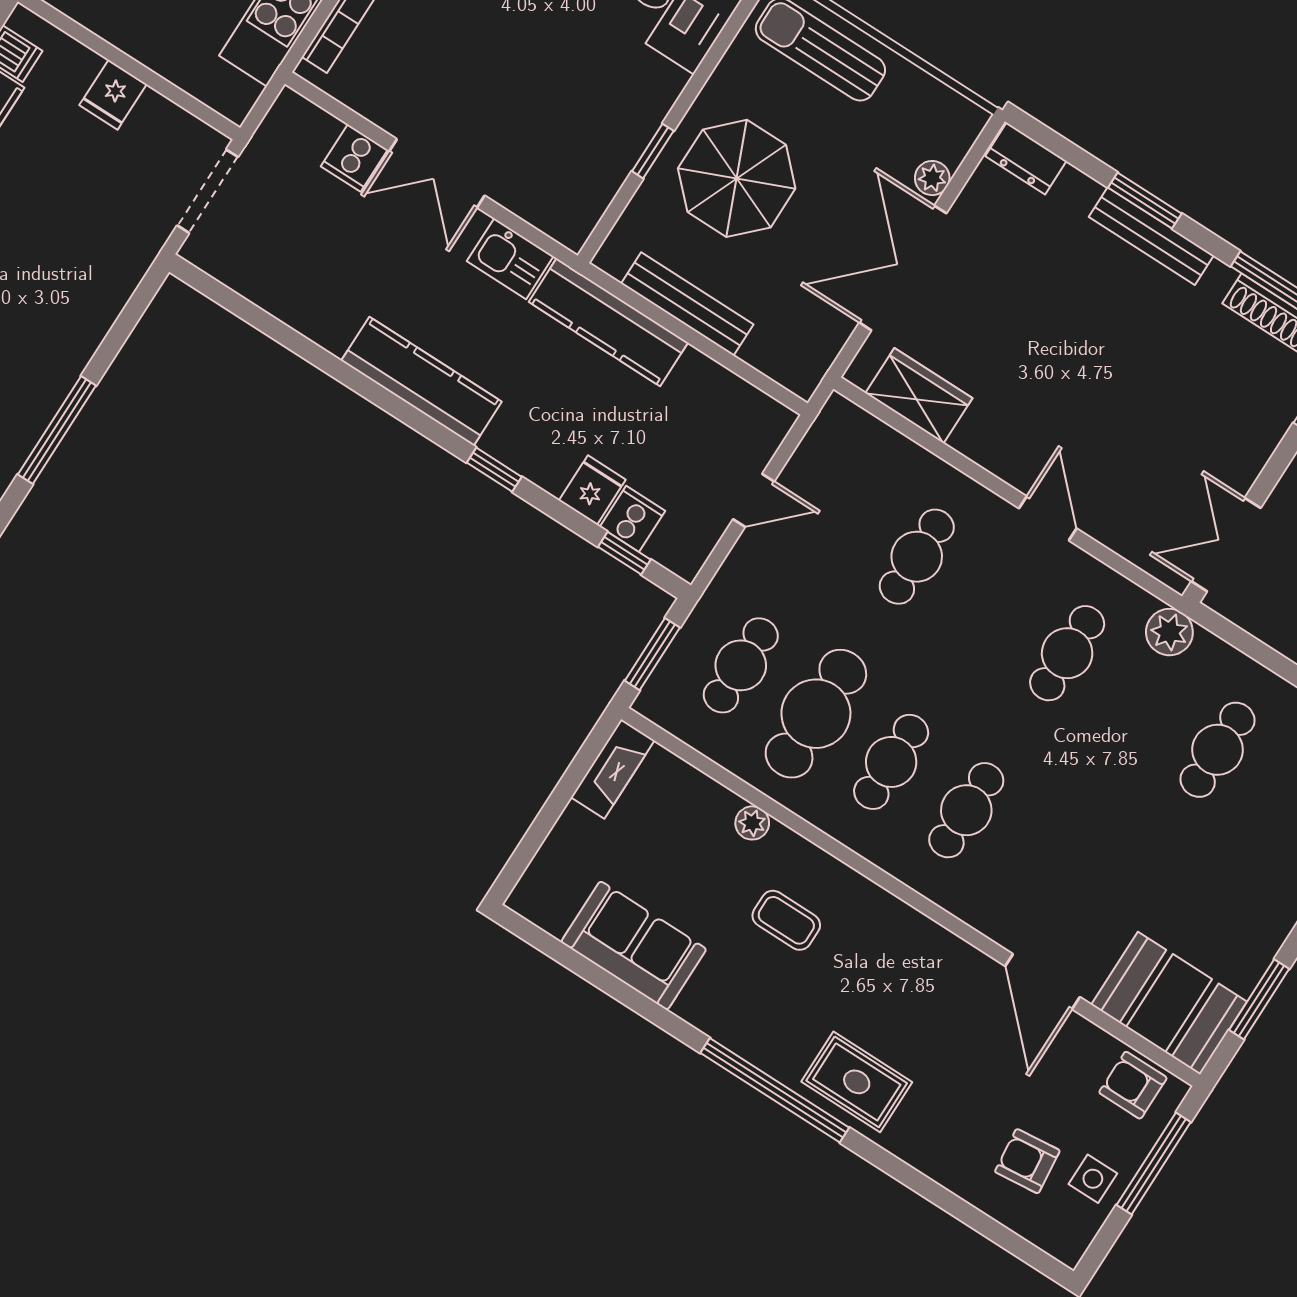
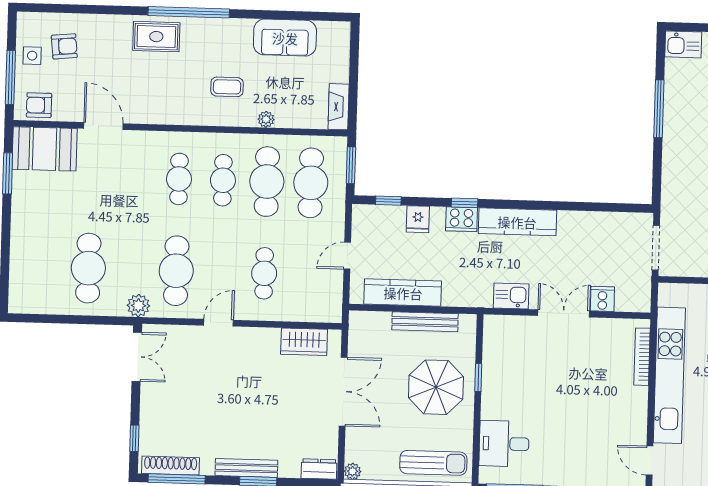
plant: (932, 178) -> (353, 471), moved
kitchen counter: (608, 322) -> (403, 293), moved
door: (1048, 518) -> (219, 323), swing flipped
cooker: (633, 519) -> (461, 219), moved, width x1.36
cafe table: (1067, 653) -> (176, 271), width x1.37, depth x1.35
cafe table: (741, 665) -> (311, 183), width x1.37, depth x1.35
cafe table: (1217, 750) -> (88, 268), width x1.37, depth x1.35
armchair: (1133, 1085) -> (39, 105), turned 180

